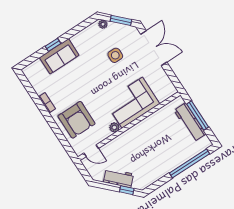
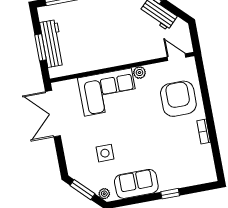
double door: (154, 48) -> (53, 114), moved
sofa: (59, 56) -> (136, 184), moved
window: (198, 115) -> (40, 47), width x0.69

